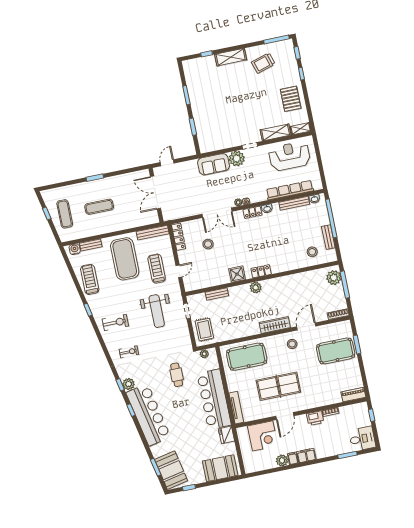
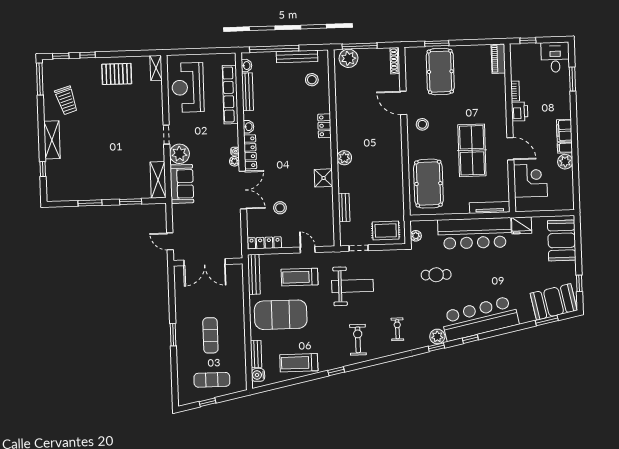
shelving: (276, 132) -> (158, 180), moved
locker: (252, 212) -> (250, 152), width x1.53
bench: (328, 237) -> (297, 56), width x1.36
locker: (261, 271) -> (324, 126), moved
wardrobe: (275, 325) -> (395, 142), removed

